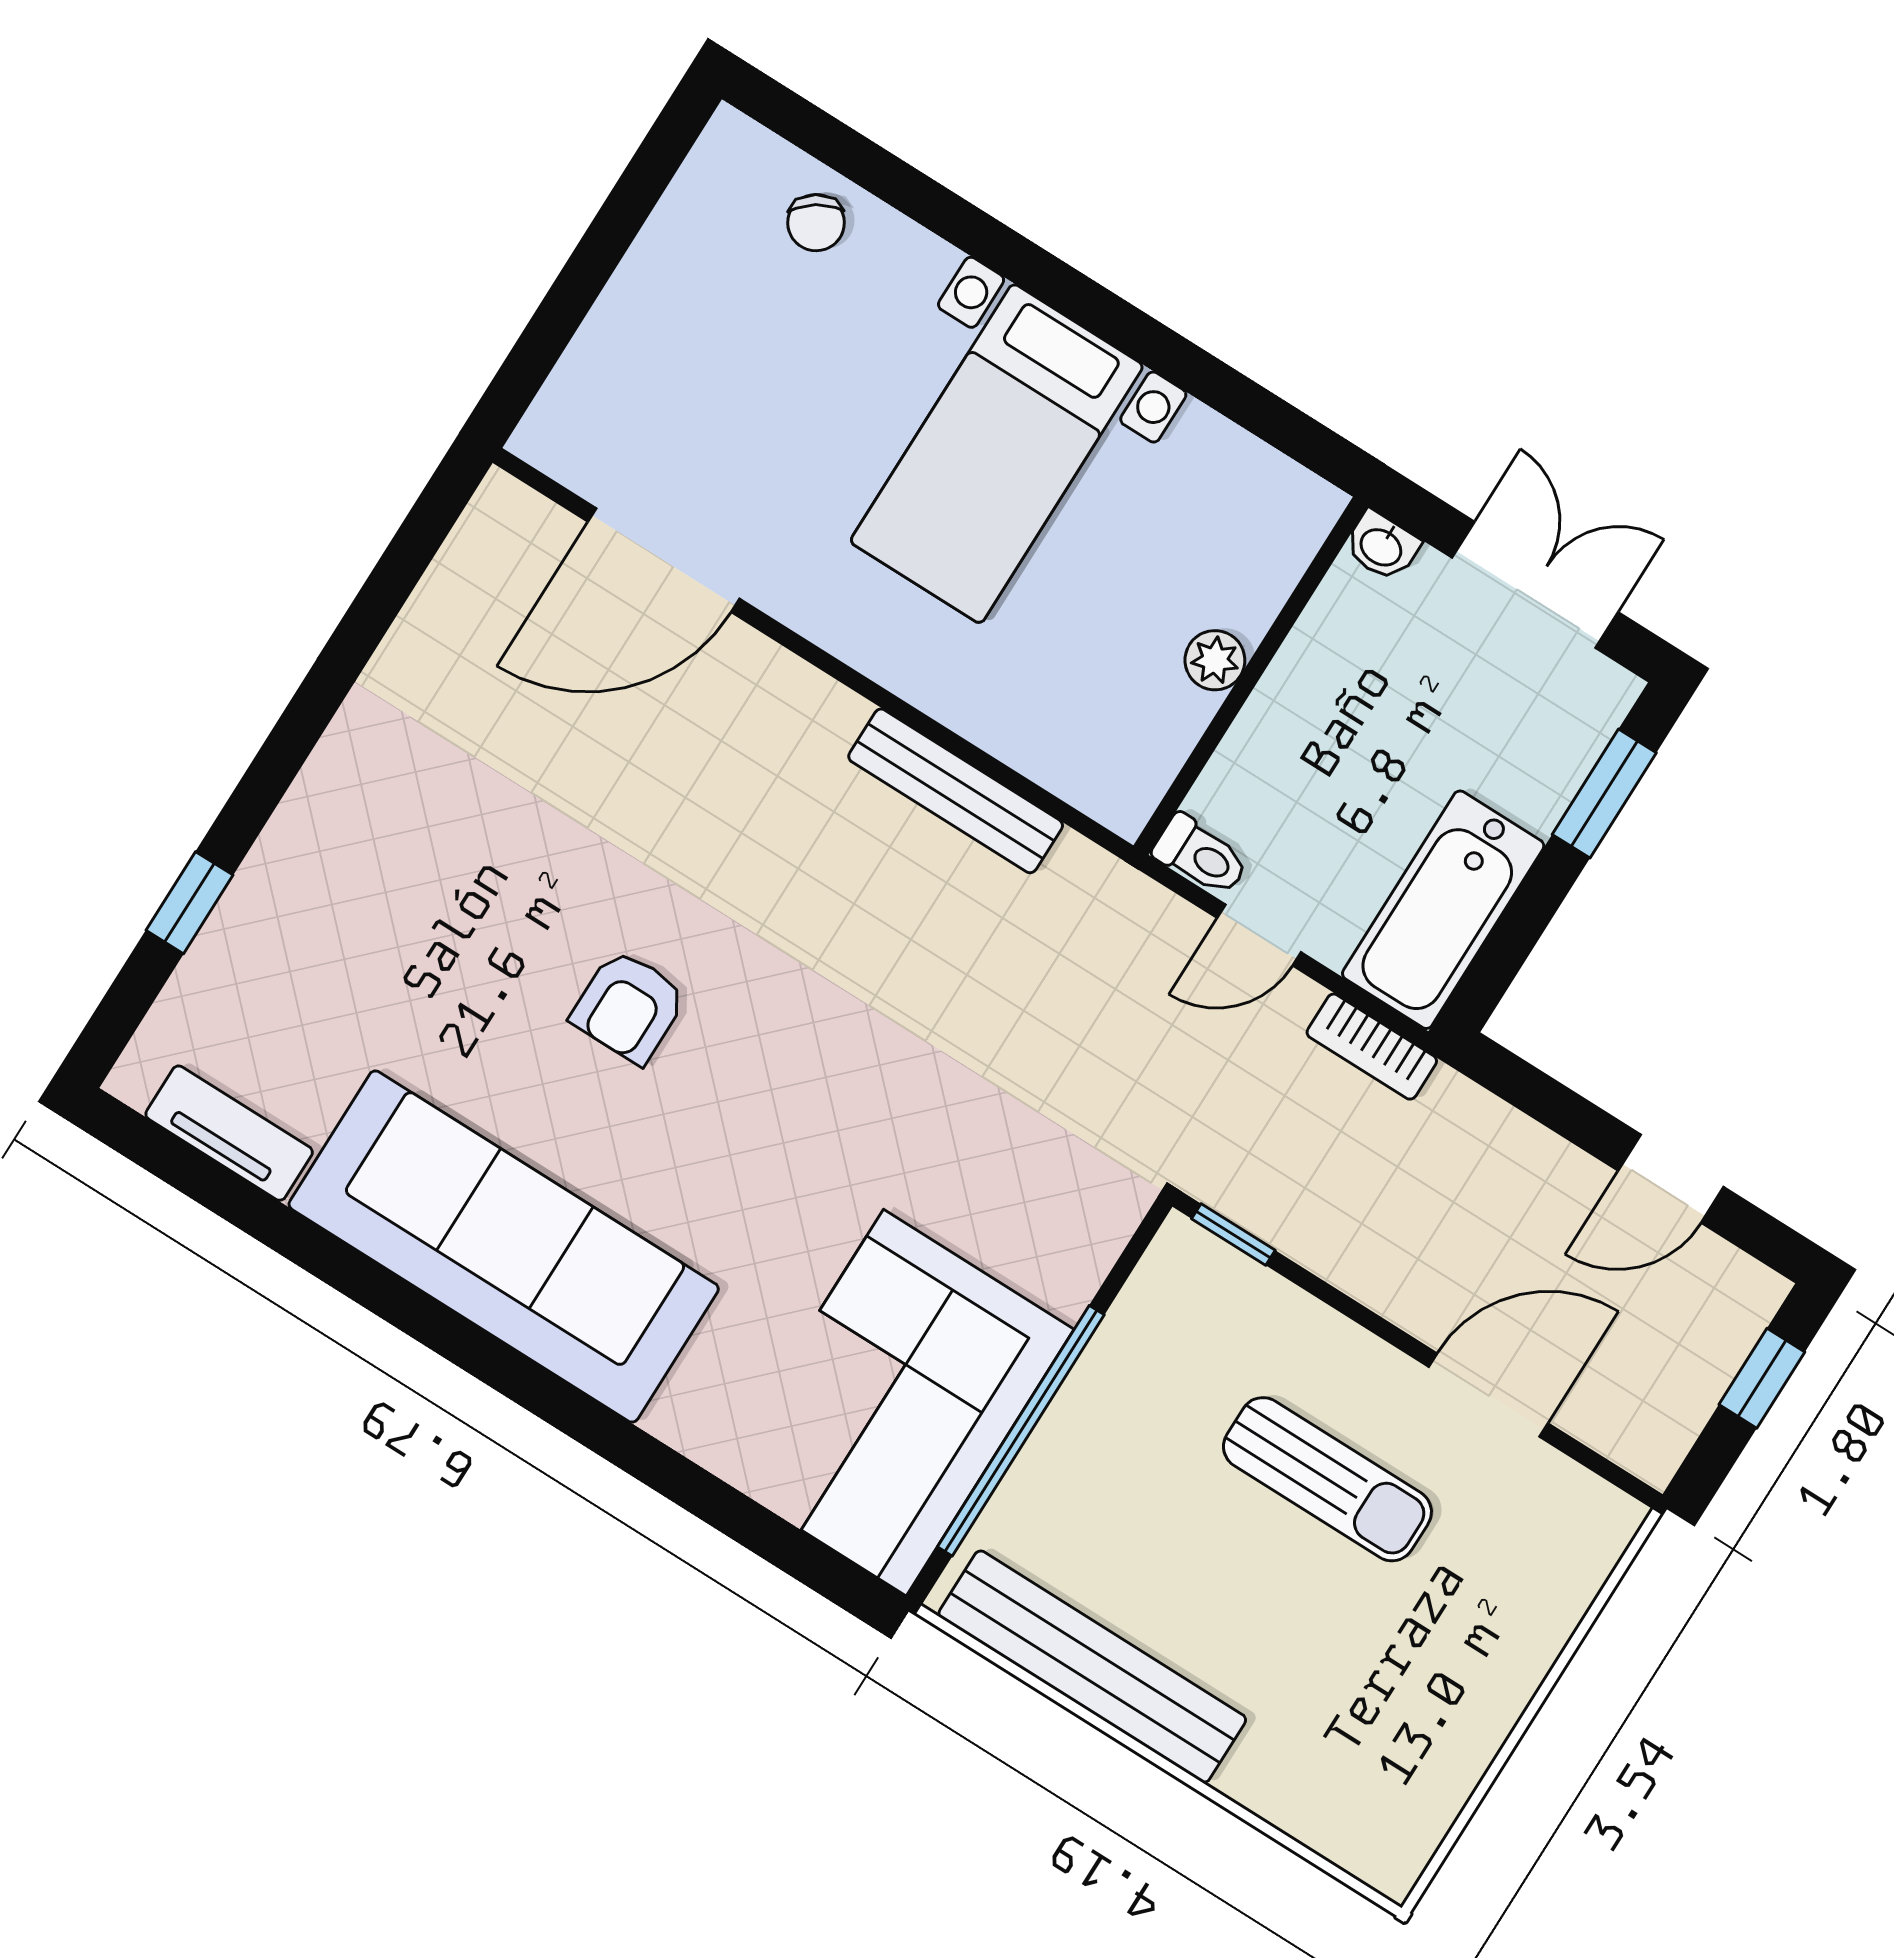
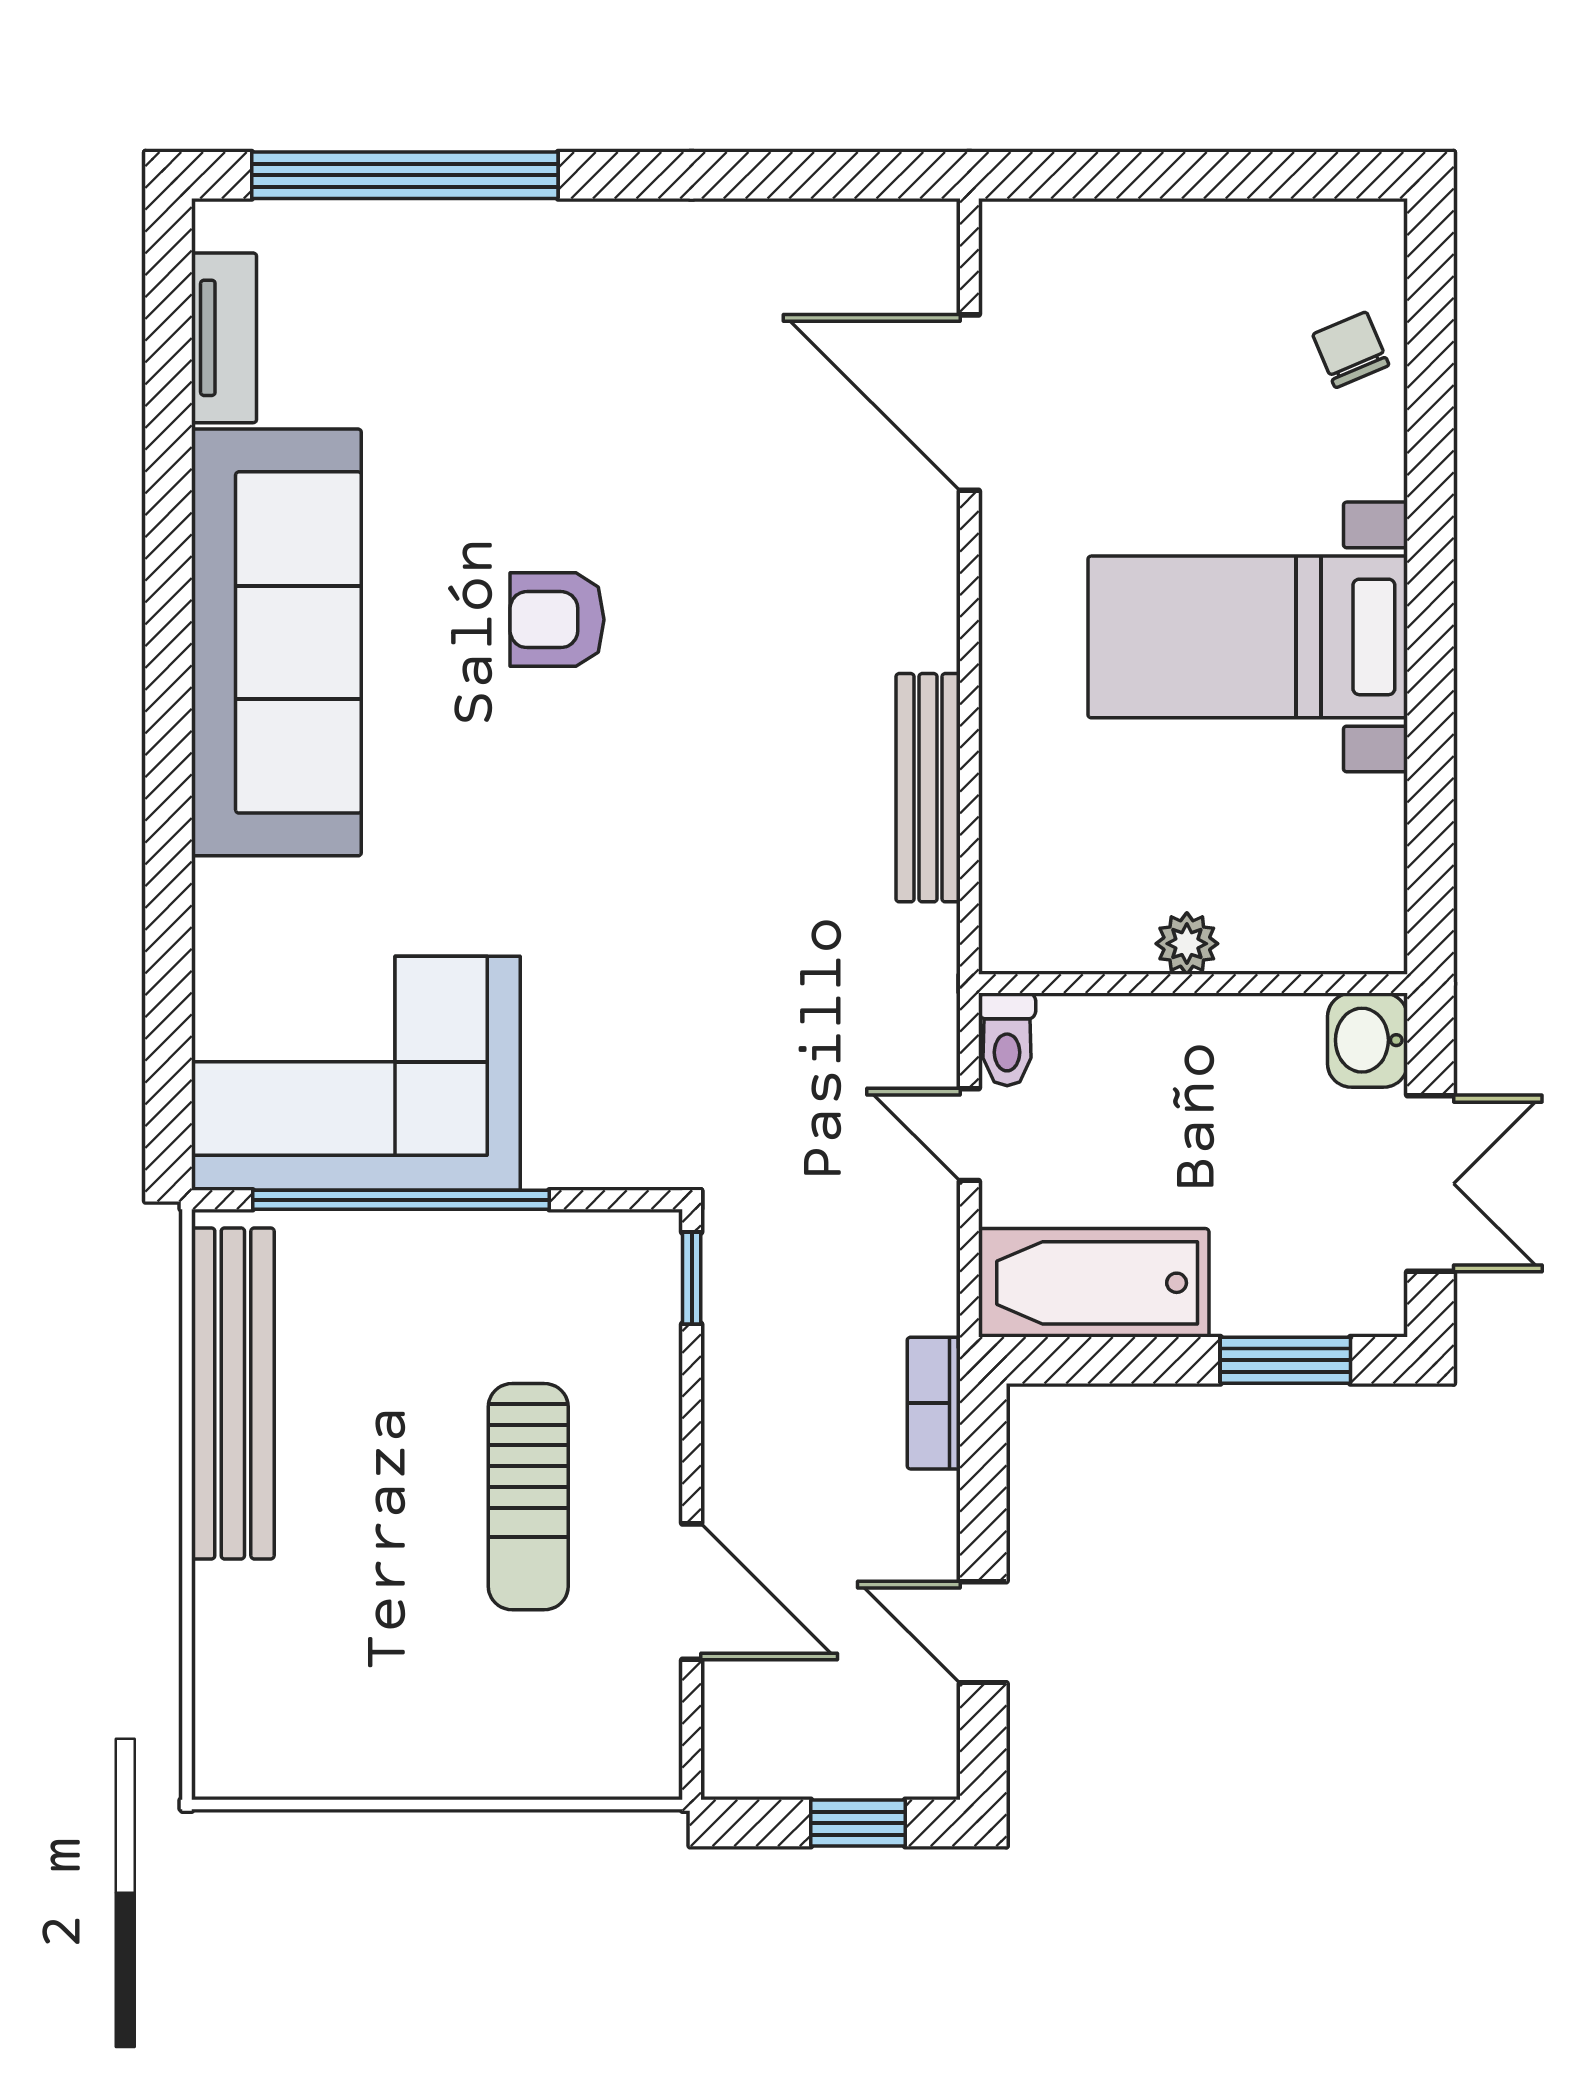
chair: (816, 223) -> (1351, 350), turned 100
washbasin: (1382, 546) -> (1368, 1040), width x1.38, depth x1.45
window: (189, 903) -> (405, 175), width x3.17
bookcase: (1372, 1047) -> (934, 1403), moved

